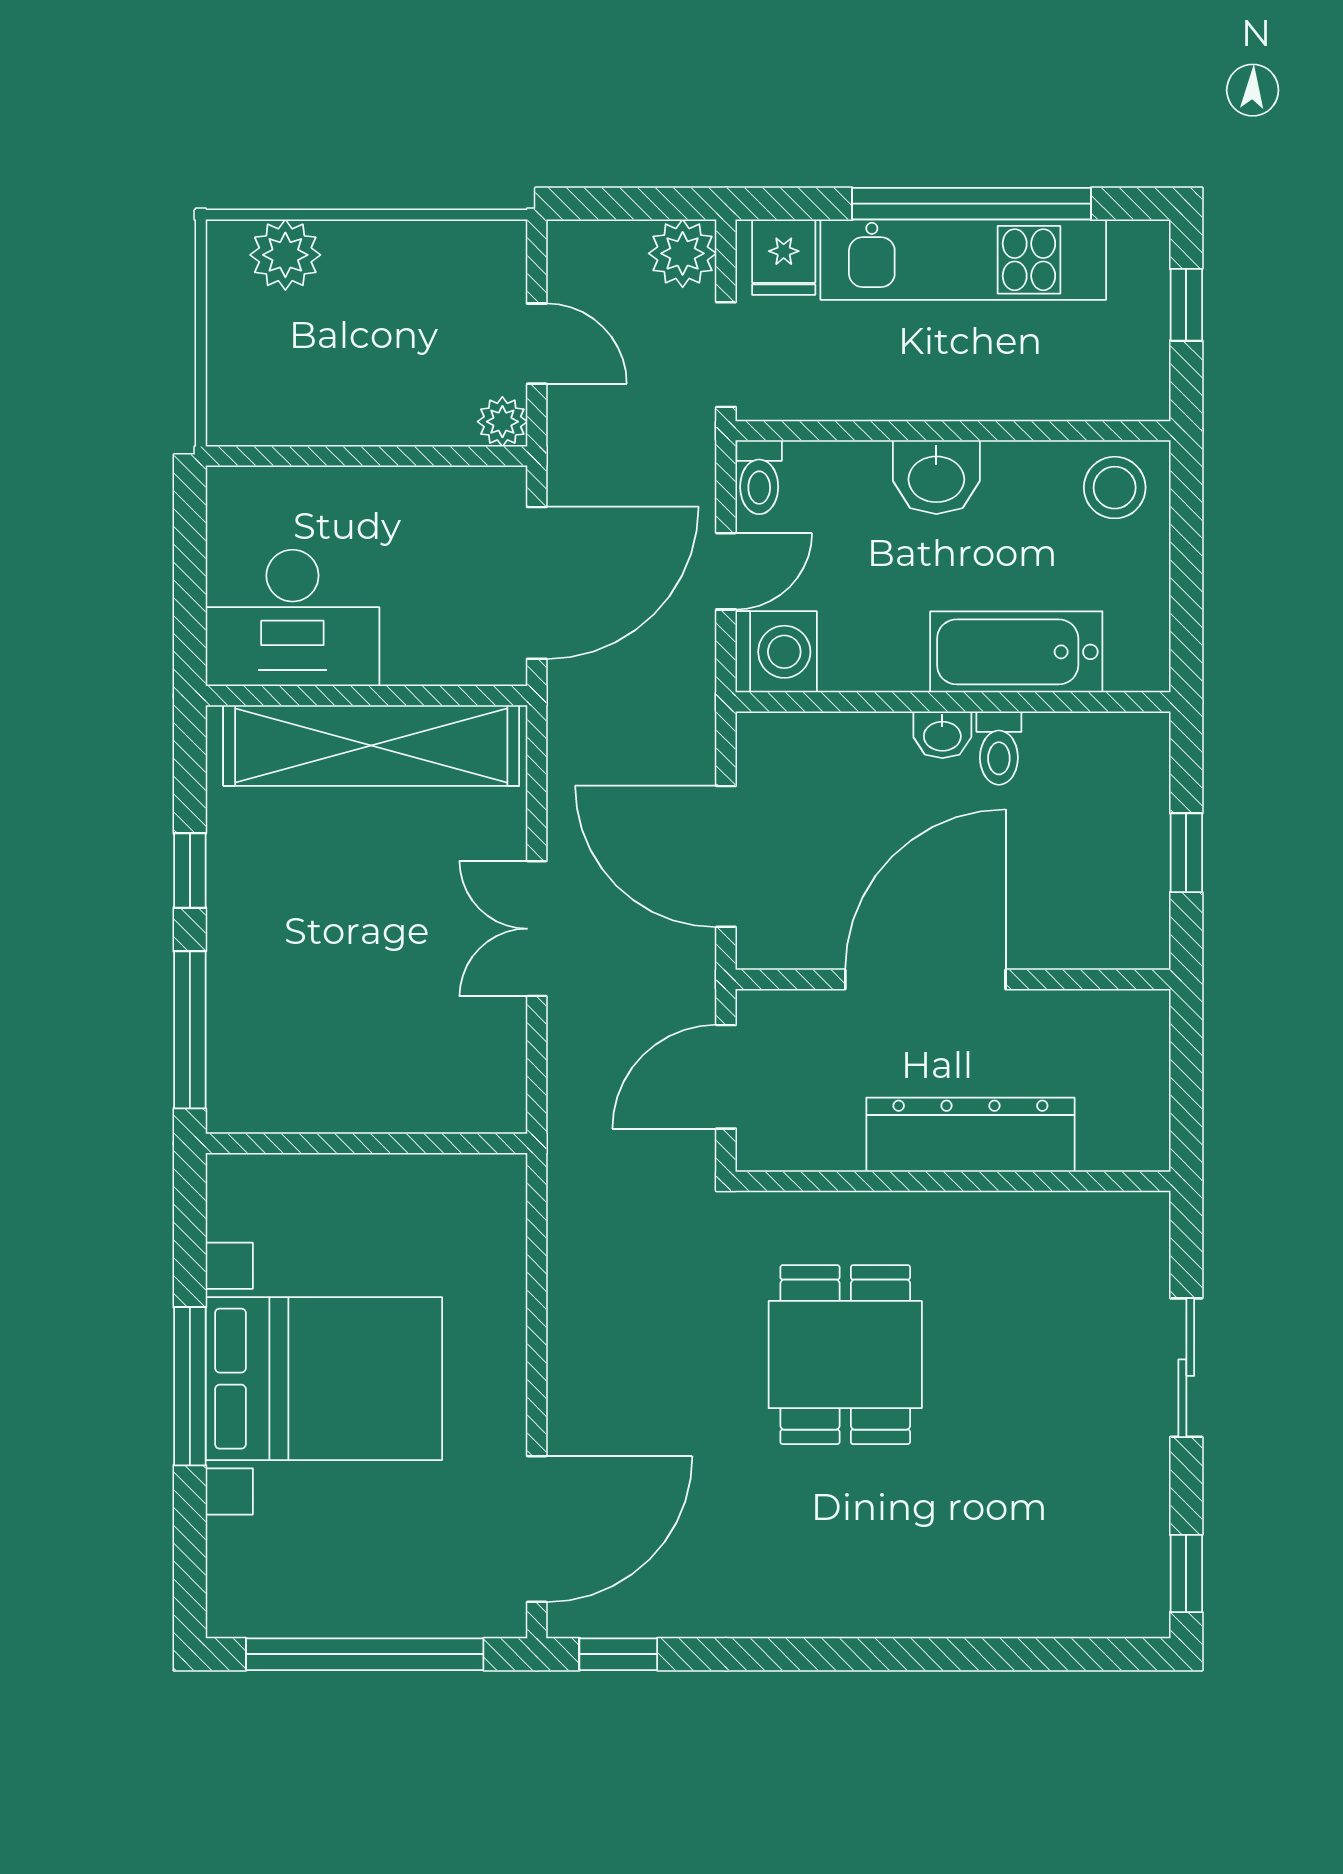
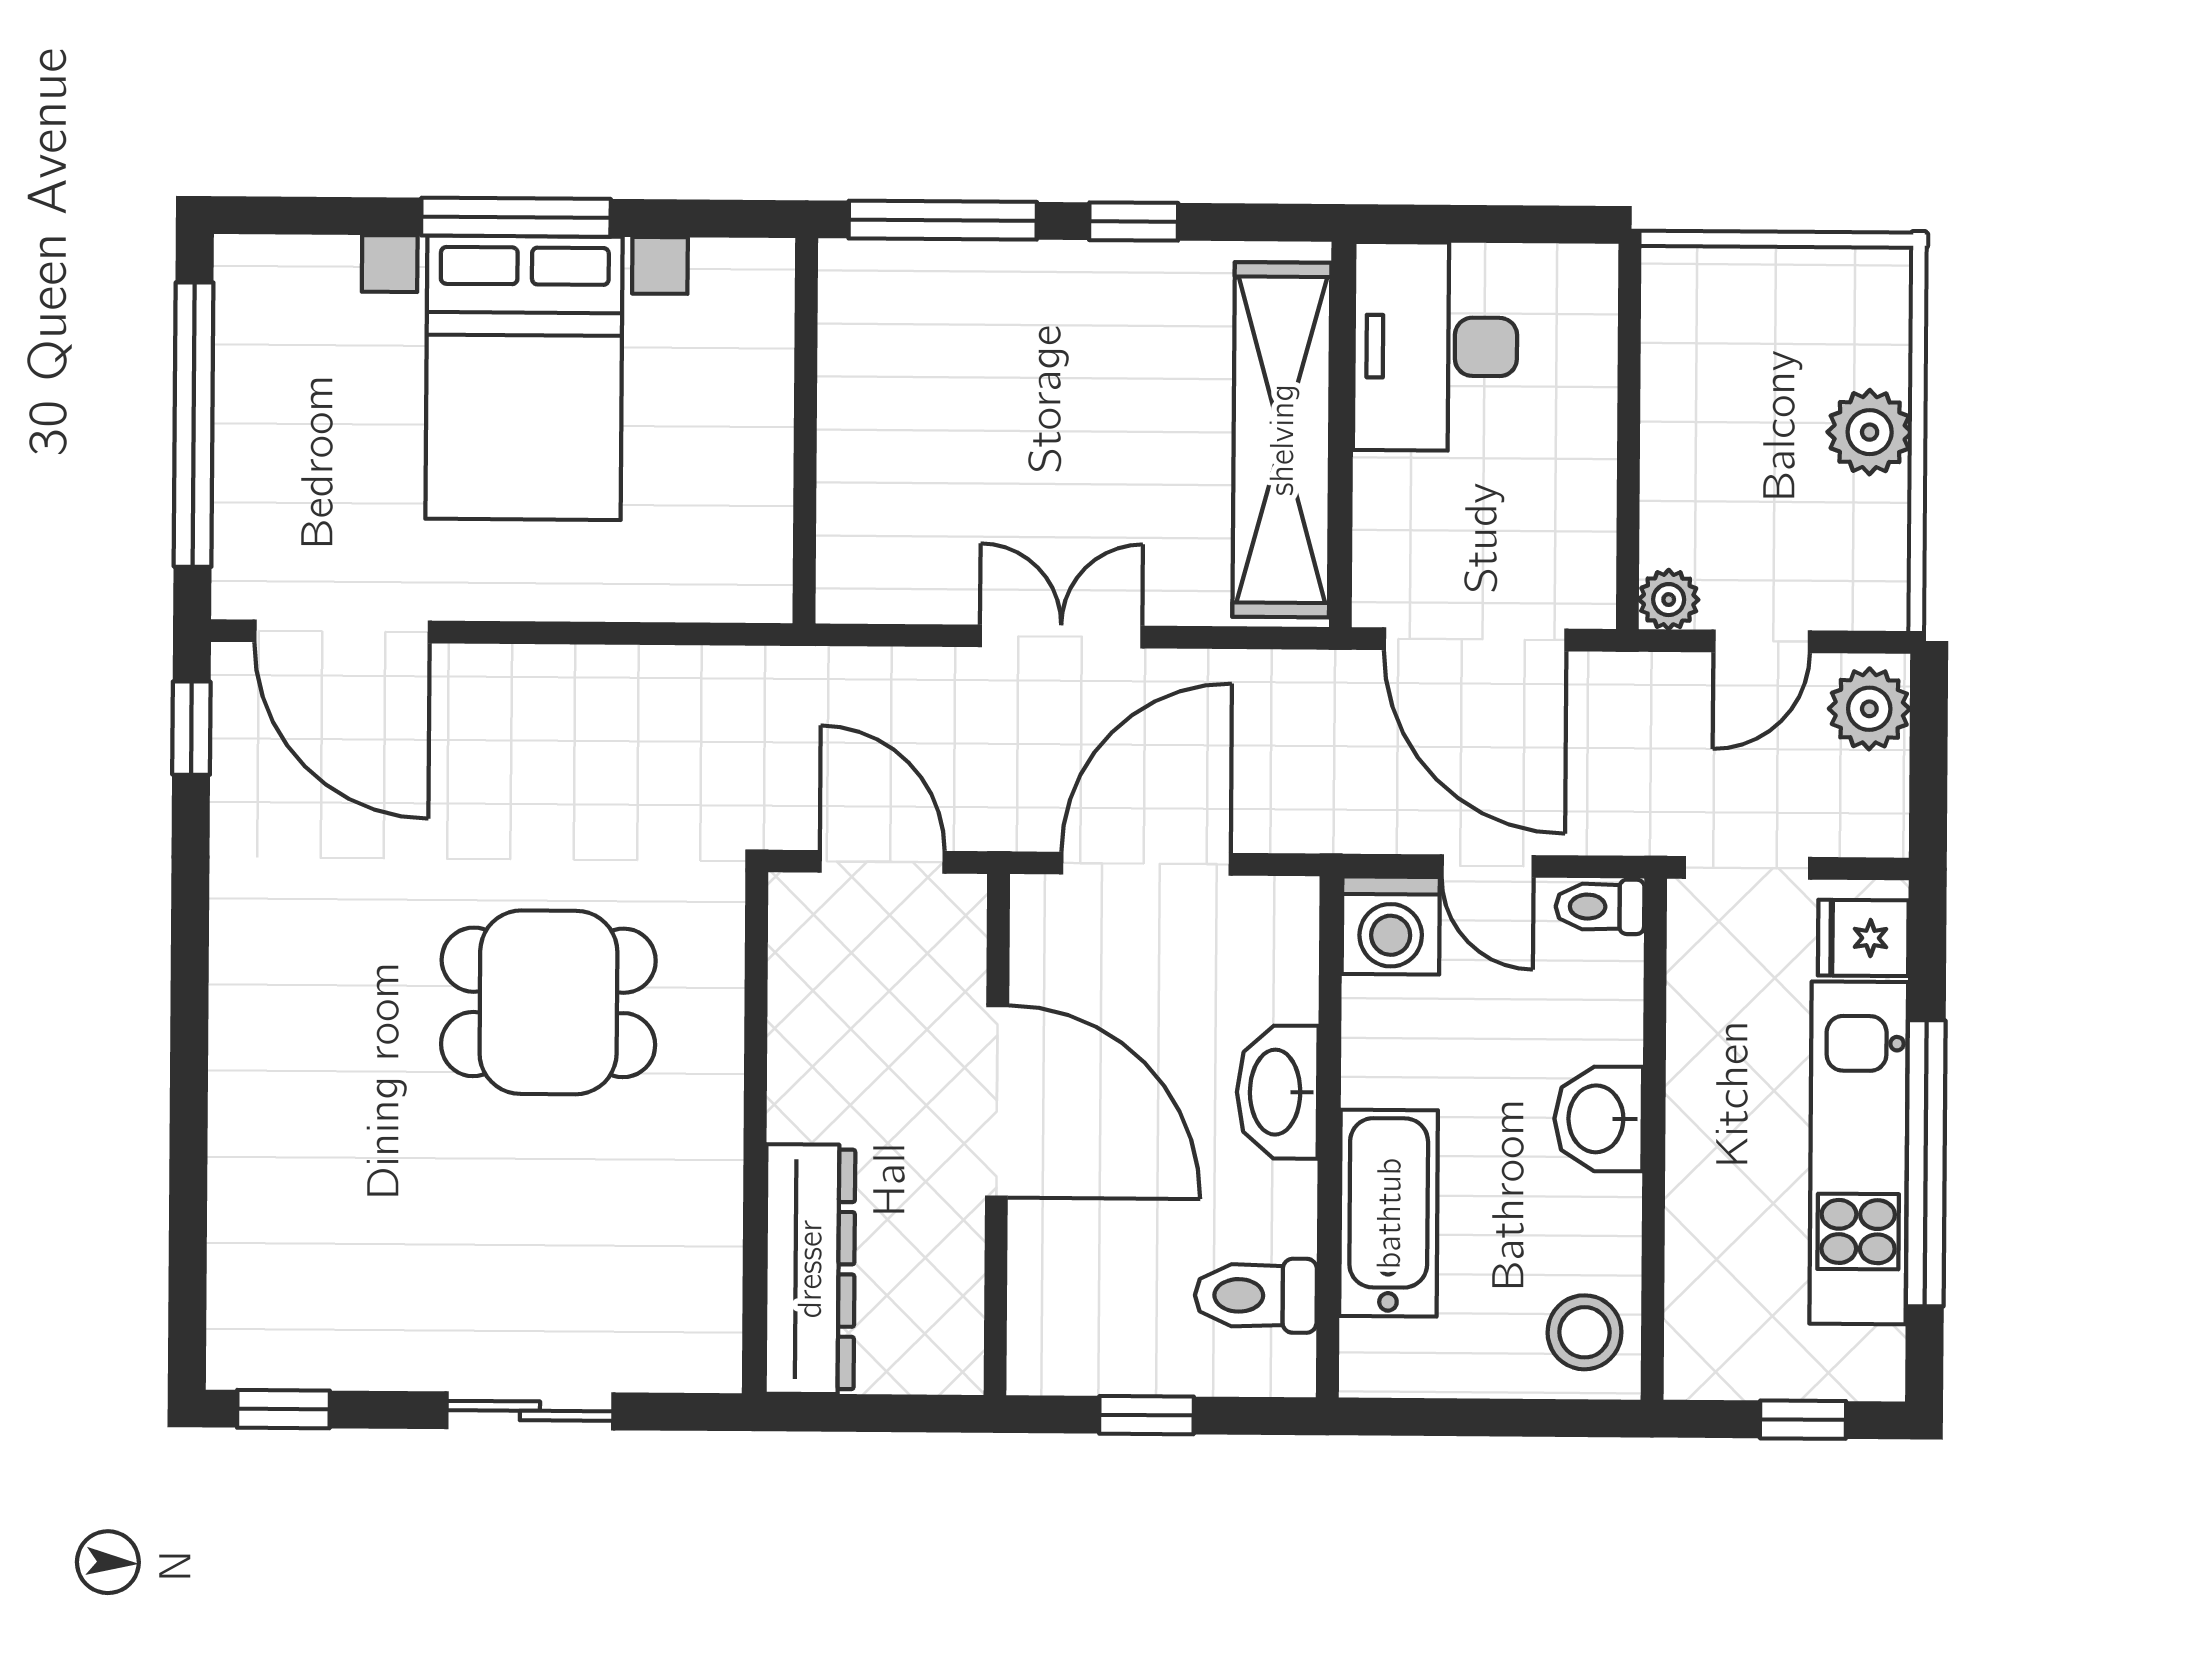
plant: (683, 253) -> (1869, 709), moved
plant: (285, 255) -> (1870, 432), moved
washbasin: (942, 735) -> (1278, 1092), width x1.91, depth x1.45
toilet: (999, 748) -> (1256, 1295), moved, width x1.37, depth x1.39
dresser: (970, 1135) -> (810, 1269), moved

